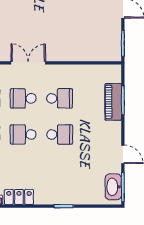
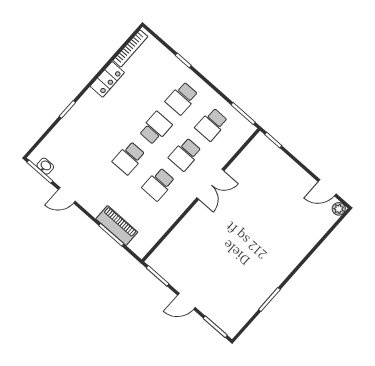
school desk: (23, 98) -> (185, 154), turned 180
washbasin: (113, 187) -> (45, 166), width x0.52, depth x0.69

